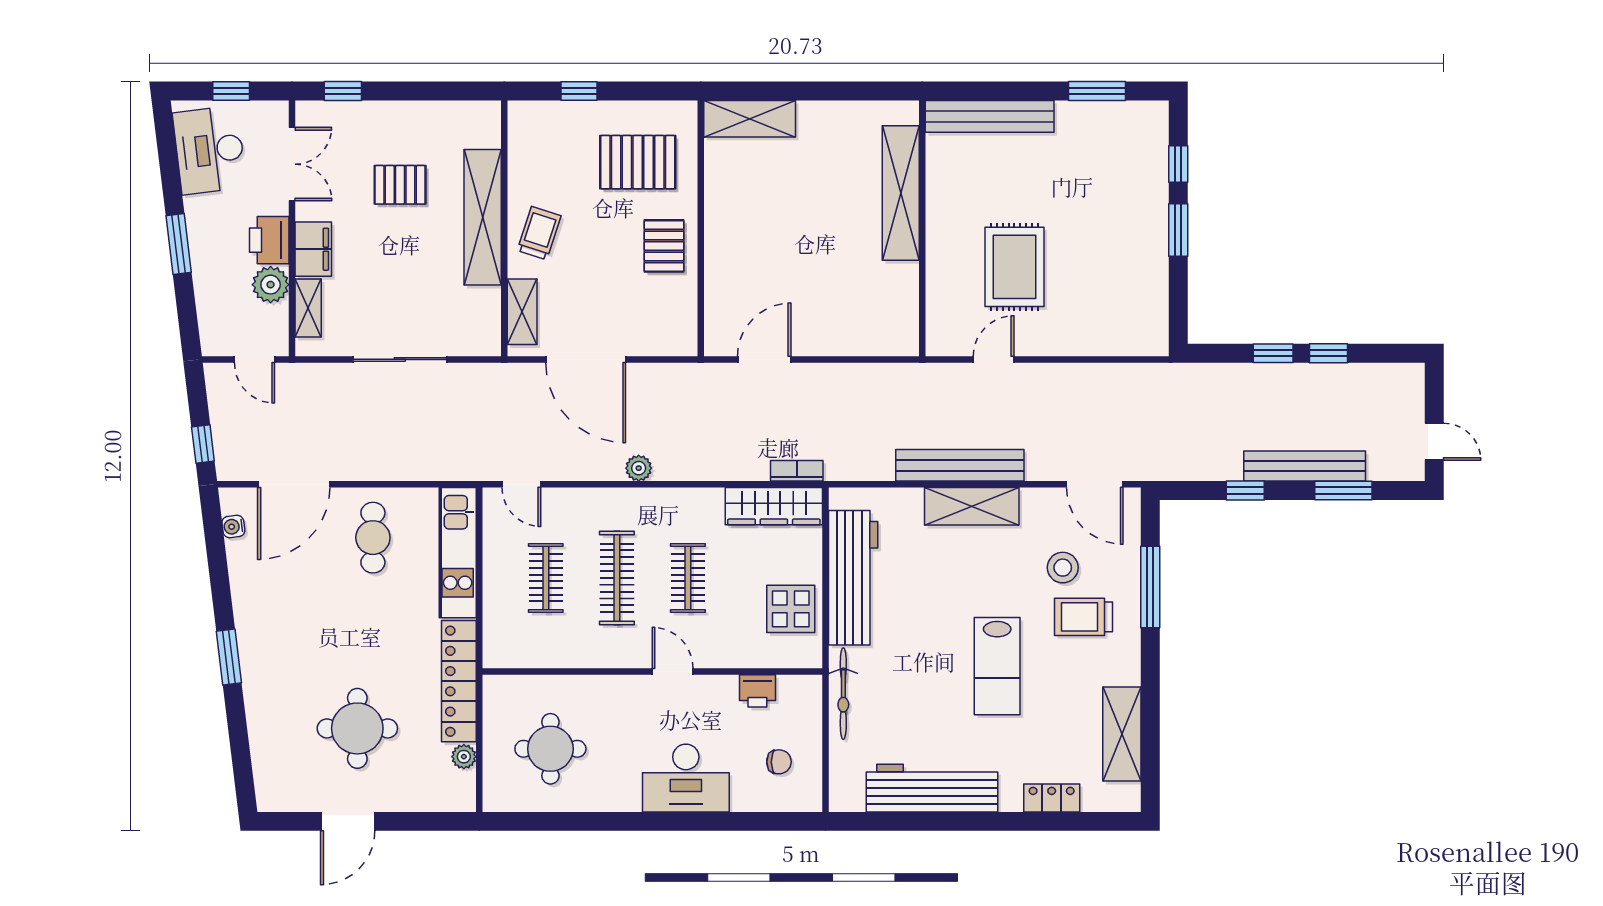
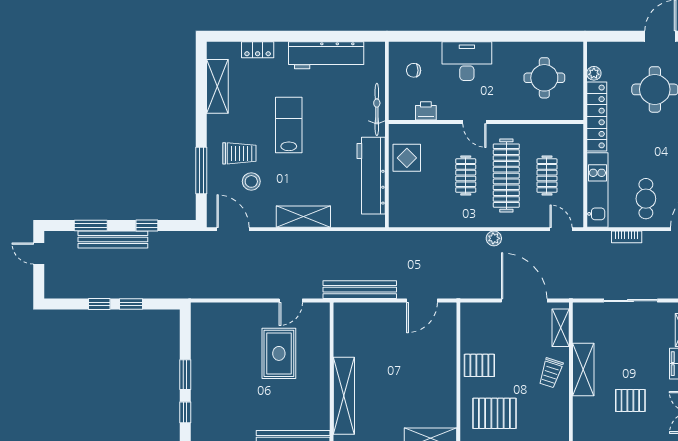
shelving: (483, 217) -> (583, 370), width x0.68
pallet: (664, 246) -> (479, 365), turned 90
bench: (960, 465) -> (360, 290), moved
bookcase: (797, 471) -> (627, 237), moved
wardrobe: (774, 506) -> (417, 217), removed
clothes rail: (617, 578) -> (506, 176), width x1.37, depth x1.31

